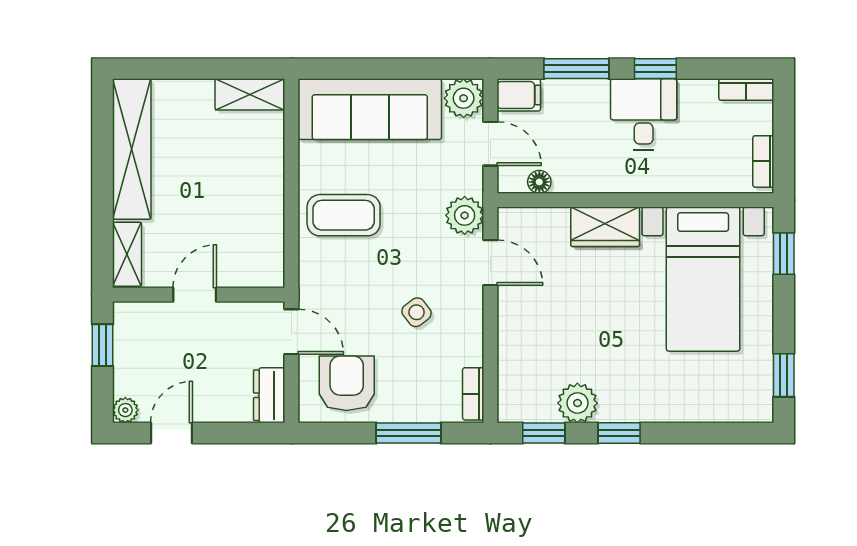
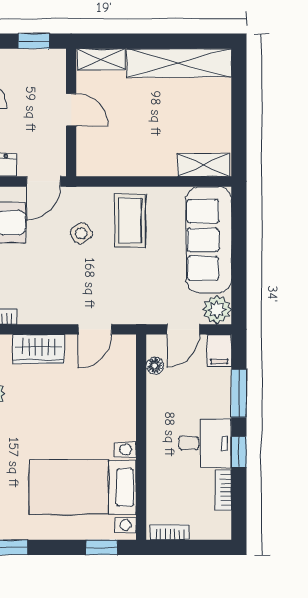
bookcase: (746, 90) -> (223, 490), moved
shelving: (250, 94) -> (204, 165), moved, turned 90
plant: (465, 215) -> (130, 310), removed
wardrobe: (605, 227) -> (39, 349), moved, turned -90
side table: (417, 312) -> (81, 233), moved

